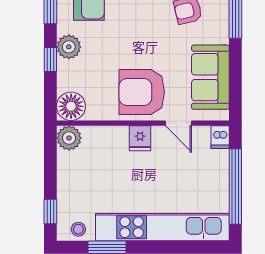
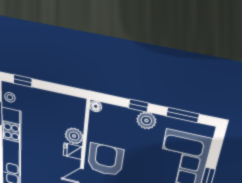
floor lamp: (71, 106) -> (96, 106), width x0.53, depth x0.53
plant: (69, 138) -> (74, 136), moved

